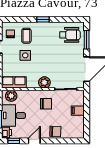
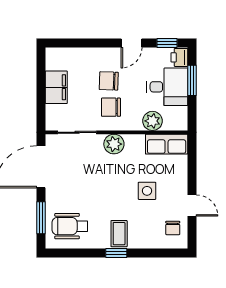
coffee table: (26, 36) -> (119, 234), moved
plant: (11, 96) -> (152, 121), moved
filing cabinet: (78, 111) -> (56, 87), width x2.00
chair: (55, 131) -> (109, 81), moved

